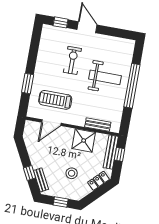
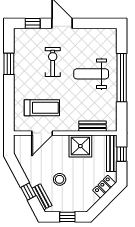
weight bench: (105, 77) -> (91, 74), turned 180
window: (28, 84) -> (9, 64), moved
treadmill: (55, 100) -> (42, 108), turned 180
stool: (72, 173) -> (60, 179), moved

